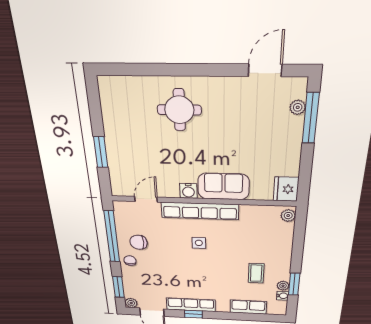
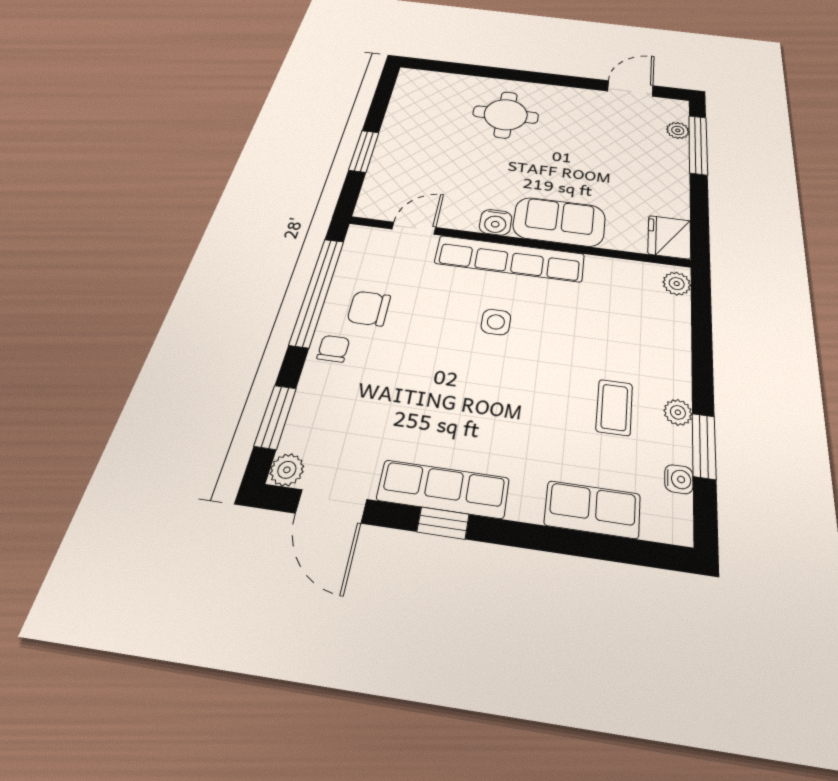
plant: (283, 286) -> (678, 412), moved

